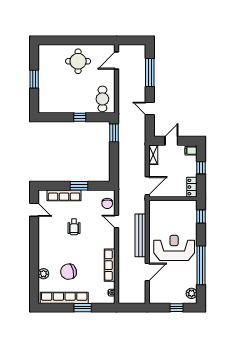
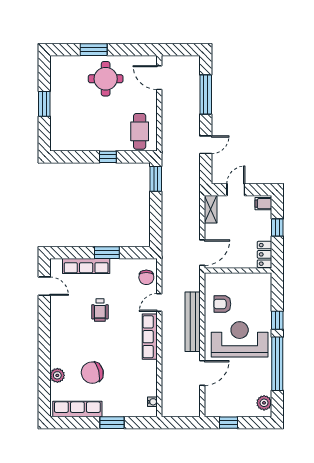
window: (69, 40) -> (94, 50), added
door: (117, 60) -> (159, 78), hinge flipped
door: (150, 109) -> (206, 145), swing flipped
window: (201, 216) -> (277, 320), moved
door: (117, 222) -> (159, 303), hinge flipped
armchair: (162, 223) -> (222, 304), added
row of seats: (110, 265) -> (150, 337), moved
row of seats: (64, 298) -> (77, 409), width x0.73
window: (177, 308) -> (229, 423), moved

